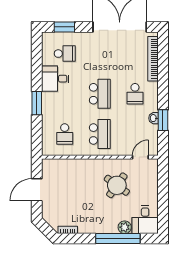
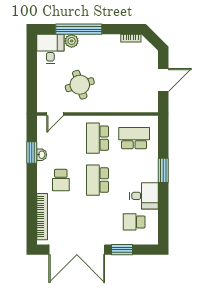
window: (64, 27) -> (122, 250), moved
school desk: (135, 94) -> (61, 180), turned 180
school desk: (65, 134) -> (134, 138), width x1.85
round table: (117, 185) -> (80, 85), turned 37

